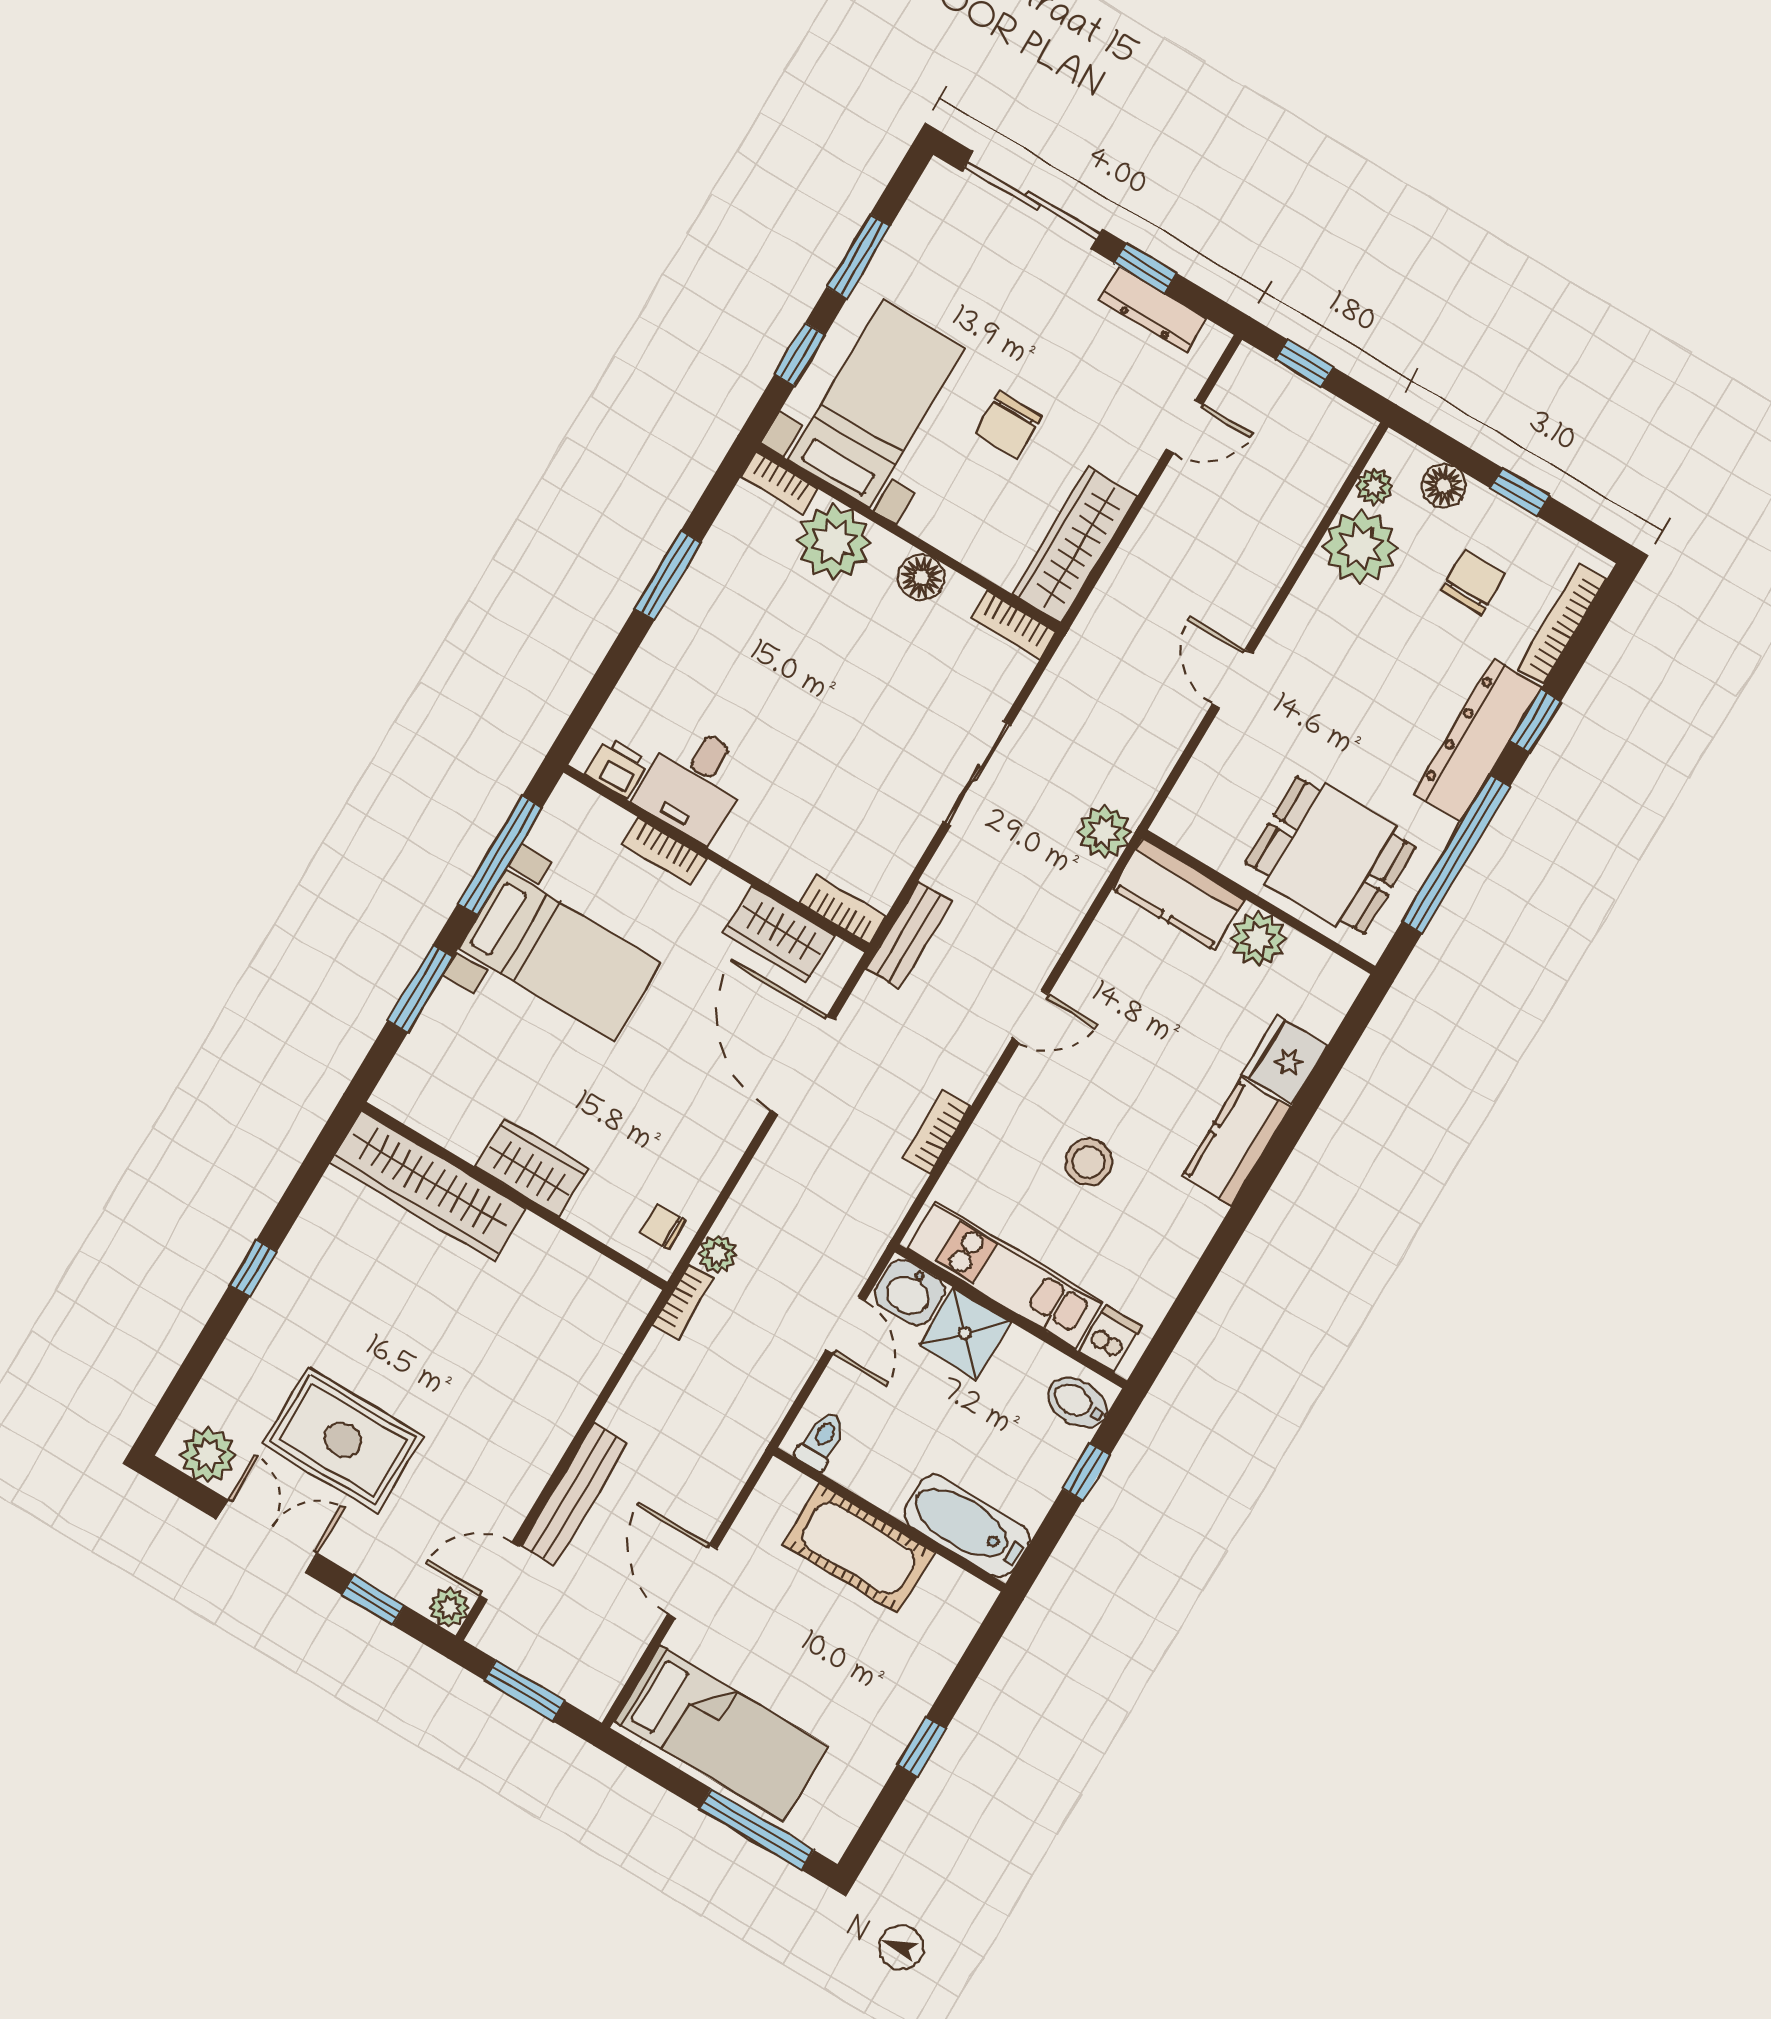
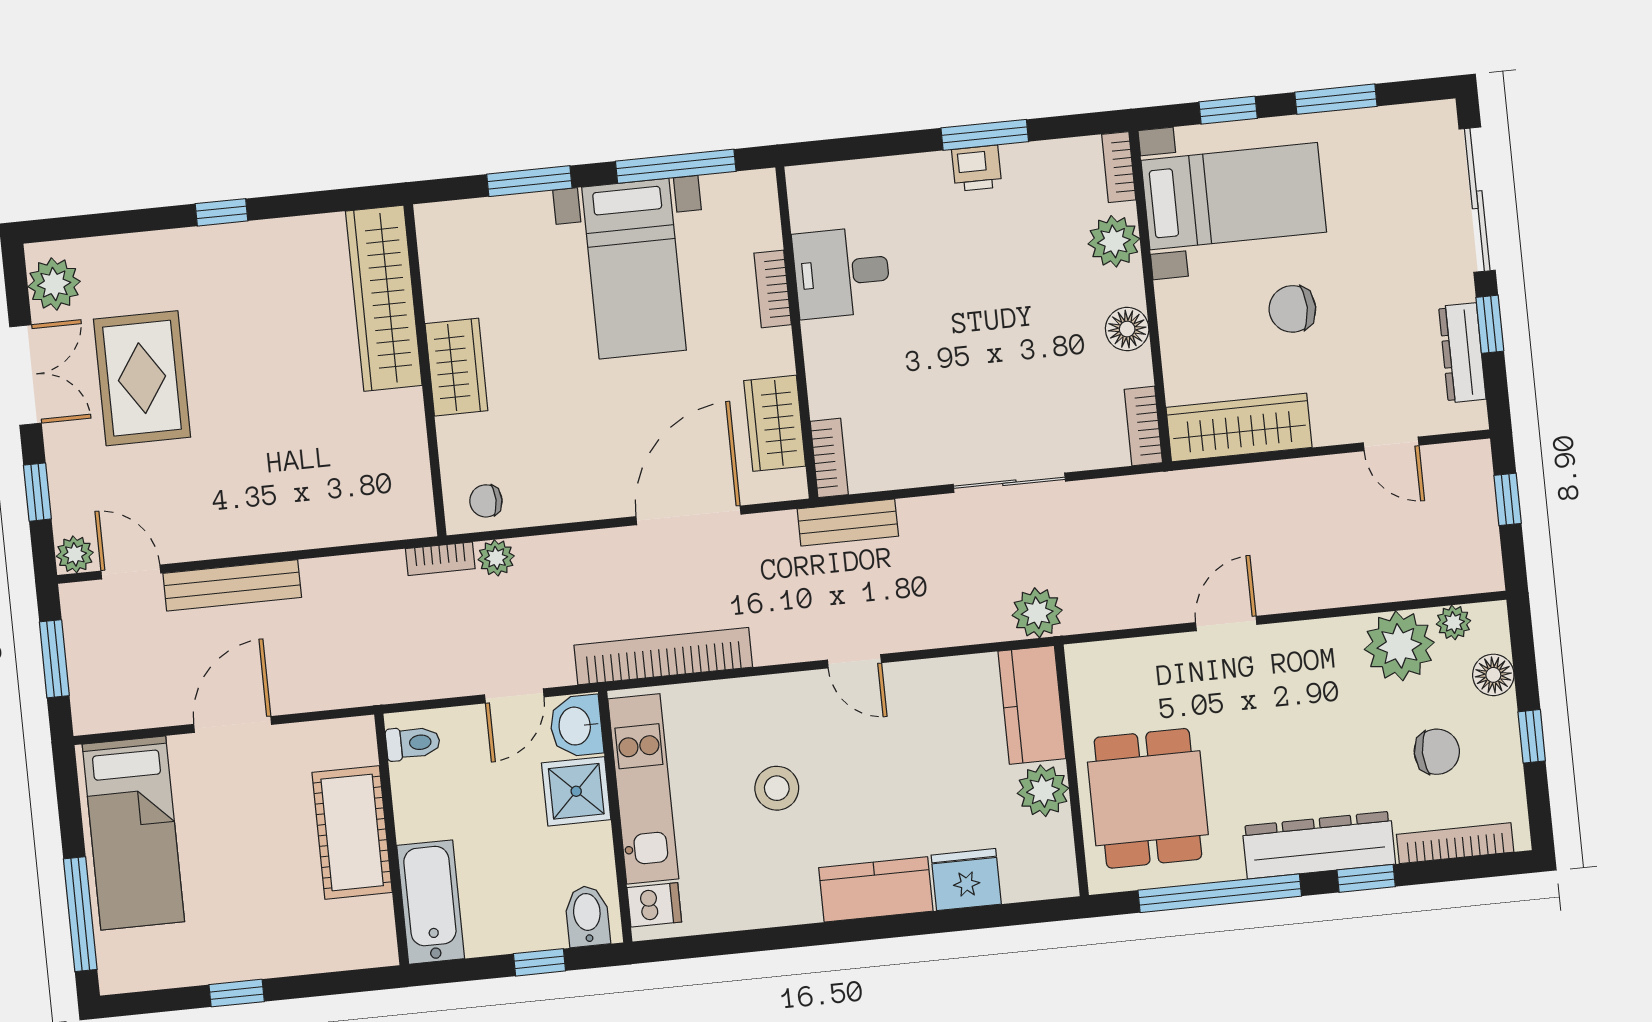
plant: (834, 542) -> (1114, 241), width x0.73, depth x0.73
printer: (617, 768) -> (977, 168), moved, turned 90
bookcase: (937, 1132) -> (663, 656), width x2.31, depth x1.31
chair: (663, 1227) -> (486, 501), turned -90

